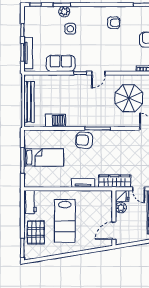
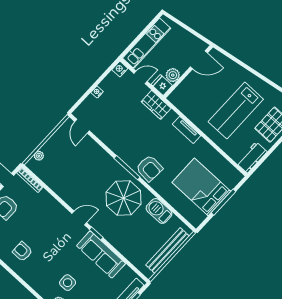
sofa: (61, 63) -> (101, 255), width x1.36
parasol: (129, 98) -> (123, 198), moved
bed: (44, 157) -> (201, 187), width x1.50
wardrobe: (115, 181) -> (156, 105), width x0.67
door: (139, 189) -> (141, 77), hinge flipped
lab bench: (65, 221) -> (236, 110), turned 180

